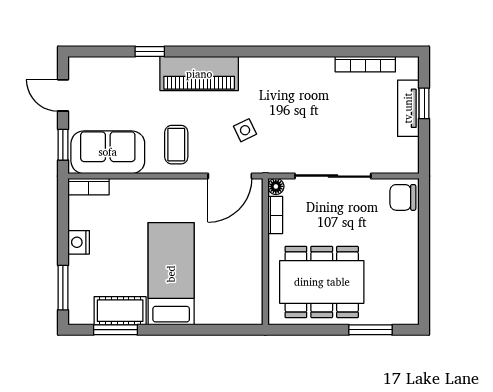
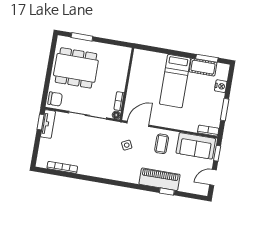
piano: (199, 74) -> (160, 179), moved
door: (63, 95) -> (213, 177), swing flipped
window: (424, 103) -> (40, 122), moved
tv unit: (408, 108) -> (48, 124), moved
nightstand: (79, 242) -> (221, 86), moved
dining table: (322, 282) -> (76, 68), moved
window: (63, 288) -> (225, 110), moved

